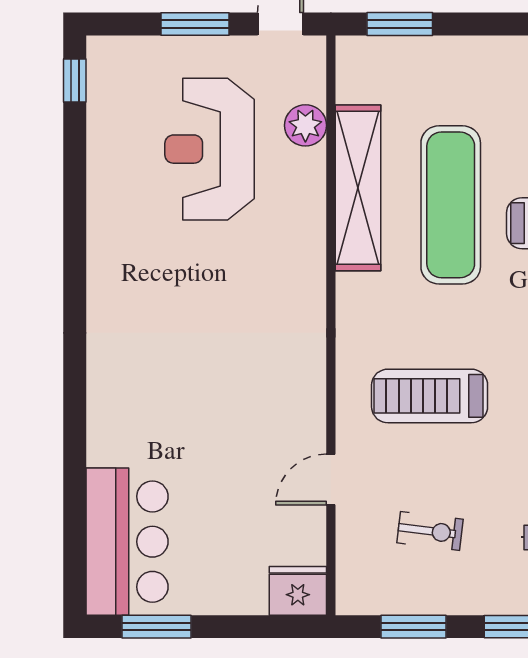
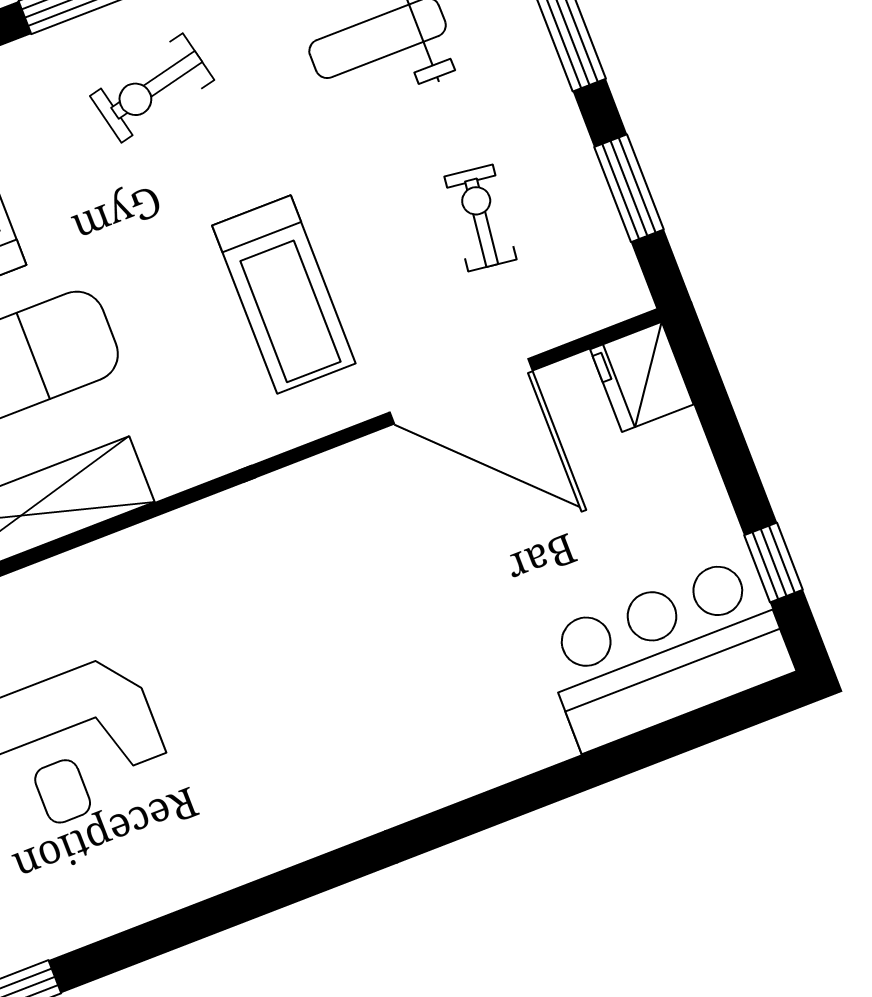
door: (331, 479) -> (461, 391), width x1.88
window: (157, 627) -> (773, 563), width x0.67

